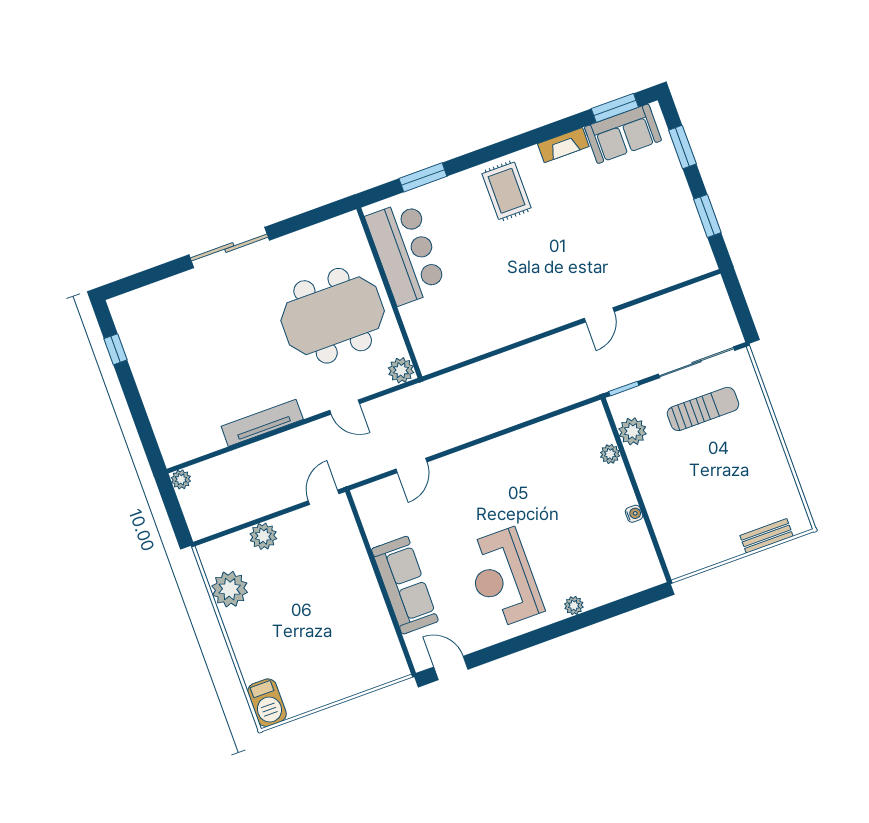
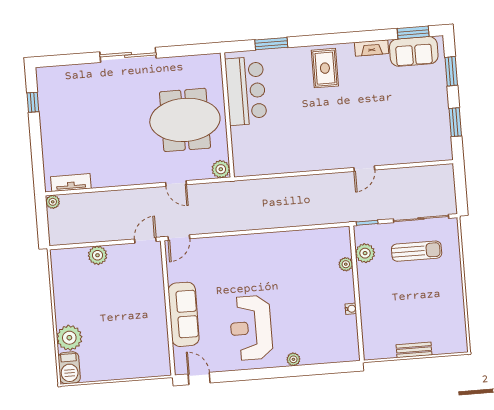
tv unit: (262, 423) -> (71, 183), moved, width x0.71
door: (411, 465) -> (179, 238), moved
bench: (767, 536) -> (414, 350), moved
plant: (230, 589) -> (69, 338), moved

